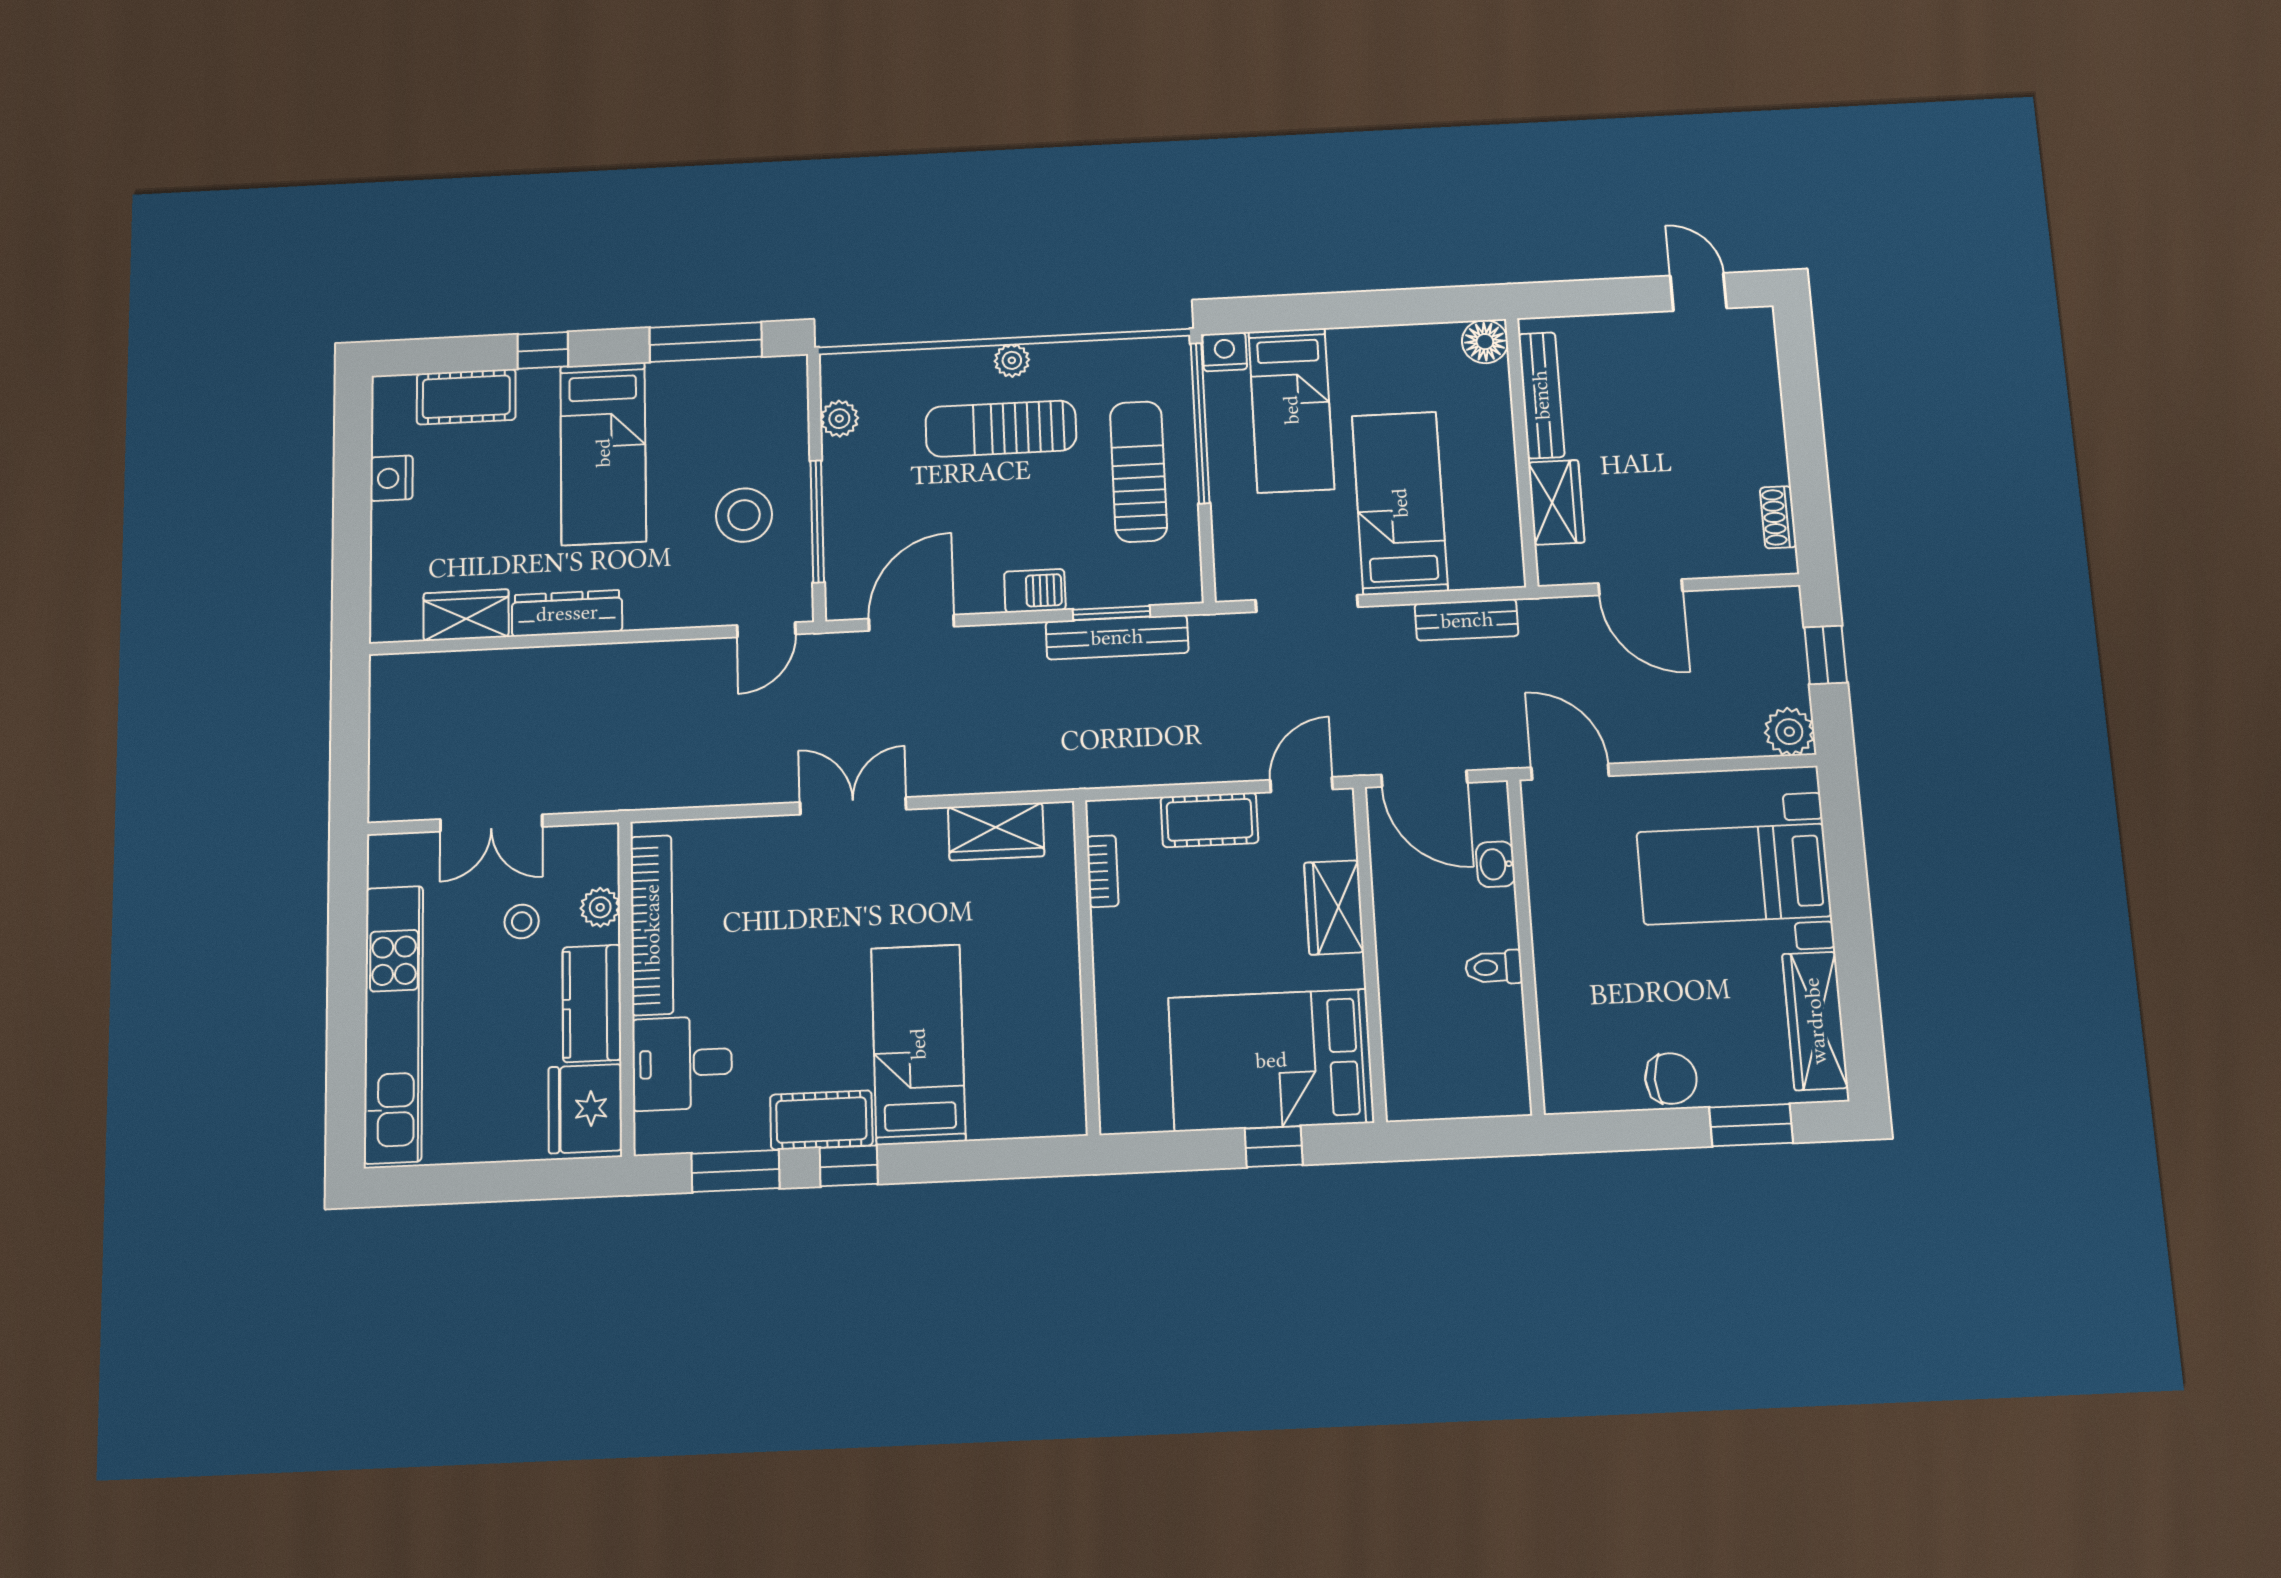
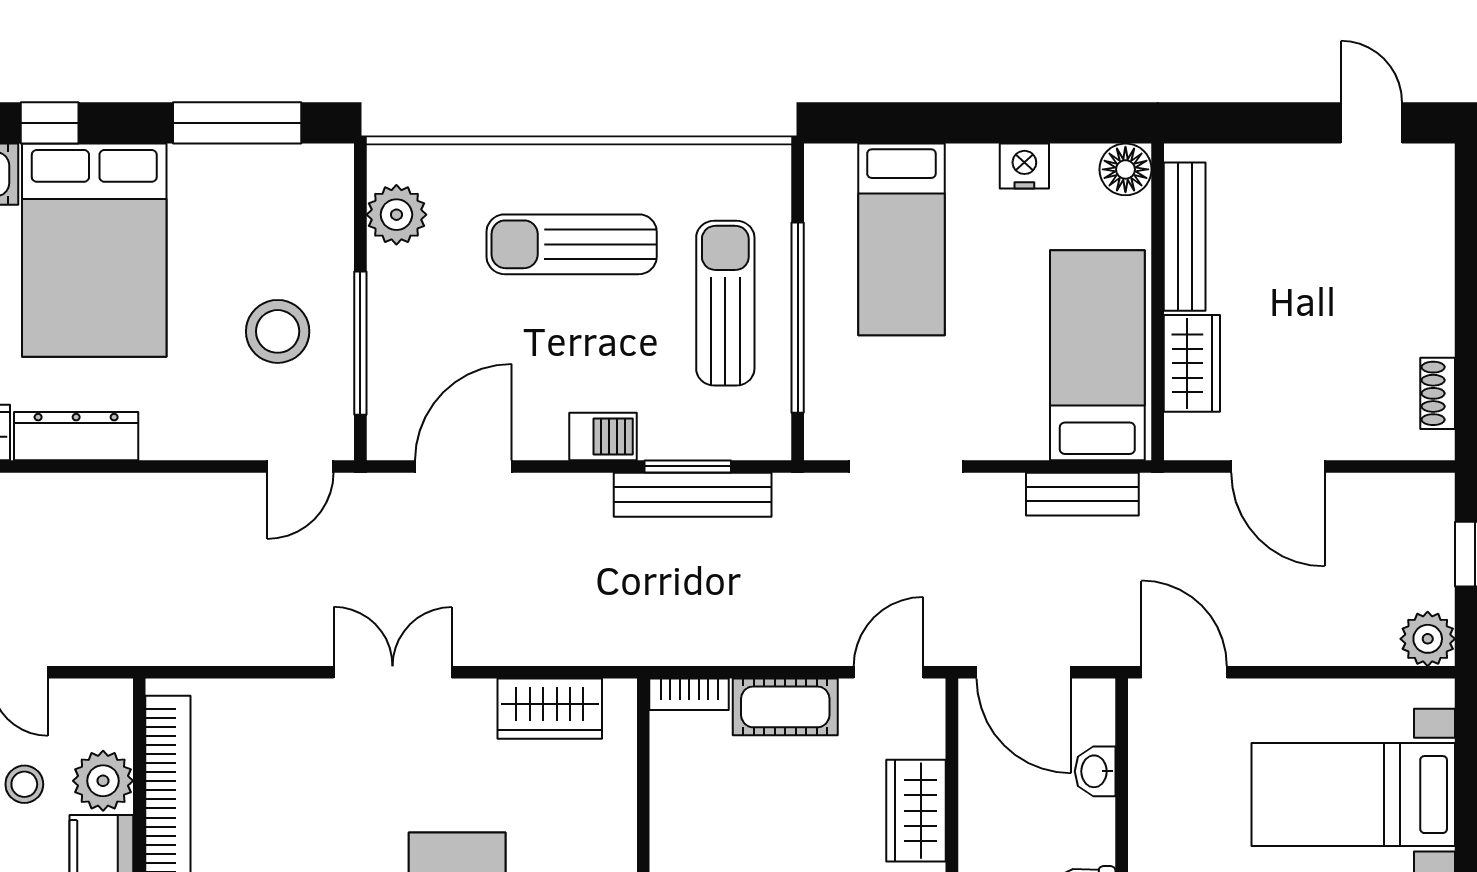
nightstand: (1225, 352) -> (1024, 166), moved
plant: (1012, 360) -> (587, 163), removed
plant: (839, 419) -> (396, 215), width x1.38, depth x1.38
window: (1200, 423) -> (798, 318), moved
bed: (603, 453) -> (94, 250), width x1.50
bed: (1400, 503) -> (1097, 355), moved
bookcase: (1103, 871) -> (689, 694), moved, turned 90
plant: (600, 907) -> (103, 781), width x1.38, depth x1.38

